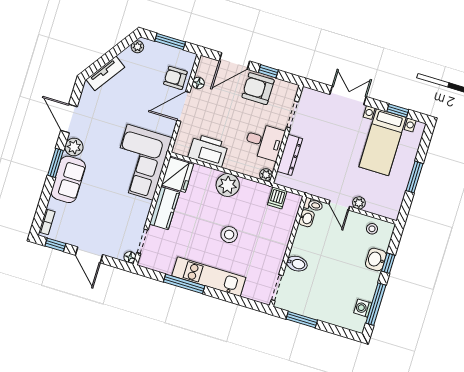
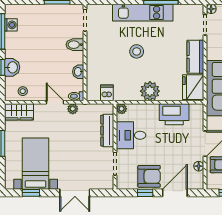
plant: (359, 203) -> (73, 109), moved
wardrobe: (383, 207) -> (19, 112), added
washbasin: (307, 218) -> (78, 72), moved

